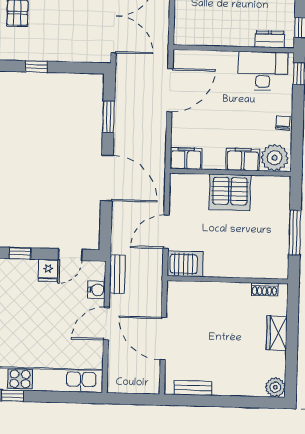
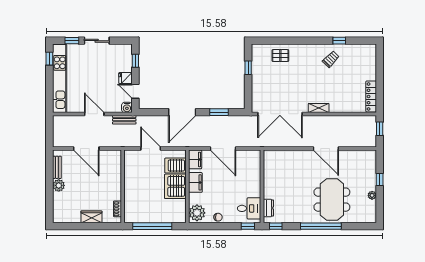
desk: (263, 71) -> (249, 208), width x0.73
door: (170, 90) -> (223, 149), moved
filing cabinet: (243, 159) -> (195, 182), moved
window: (295, 232) -> (152, 226), width x1.46
server rack: (185, 264) -> (175, 166), moved, turned 90
water cooler: (96, 290) -> (127, 107), moved
door: (163, 339) -> (86, 149), swing flipped
plant: (275, 387) -> (59, 185), moved

